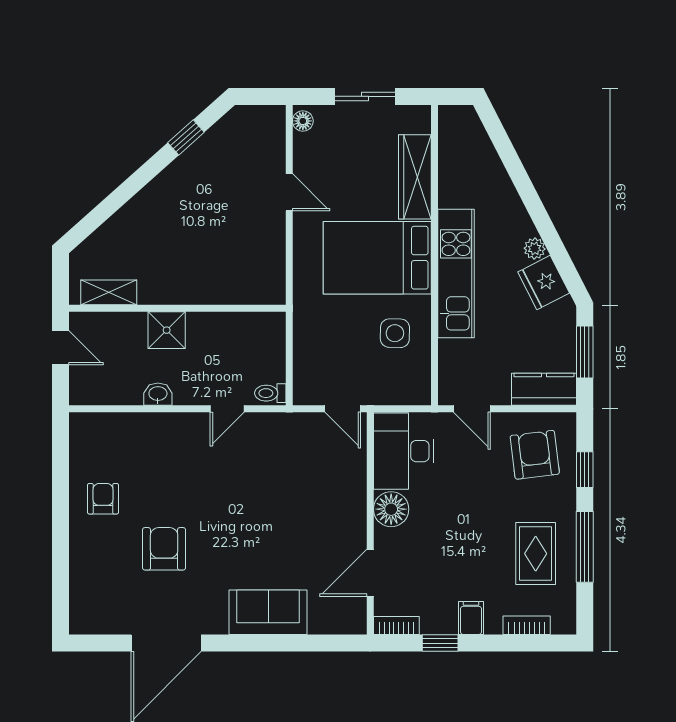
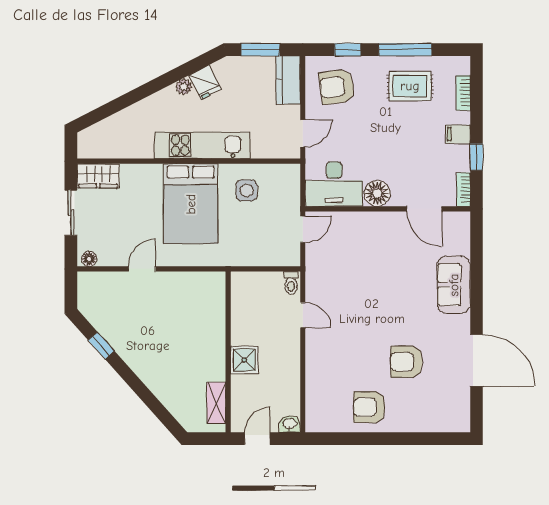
wardrobe: (415, 177) -> (98, 176), moved, width x0.67
fridge: (544, 283) -> (205, 82), width x0.72
washbasin: (158, 394) -> (290, 424), moved, turned 90
armchair: (103, 499) -> (369, 407), width x1.38, depth x1.38

